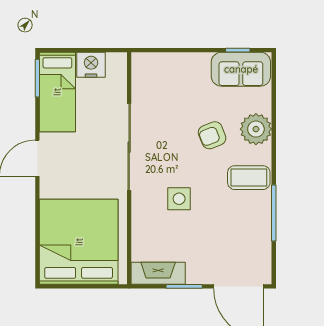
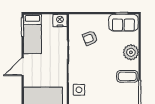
nightstand: (91, 65) -> (60, 20), moved
armchair: (212, 135) -> (90, 38), moved
side table: (179, 199) -> (79, 90), moved

